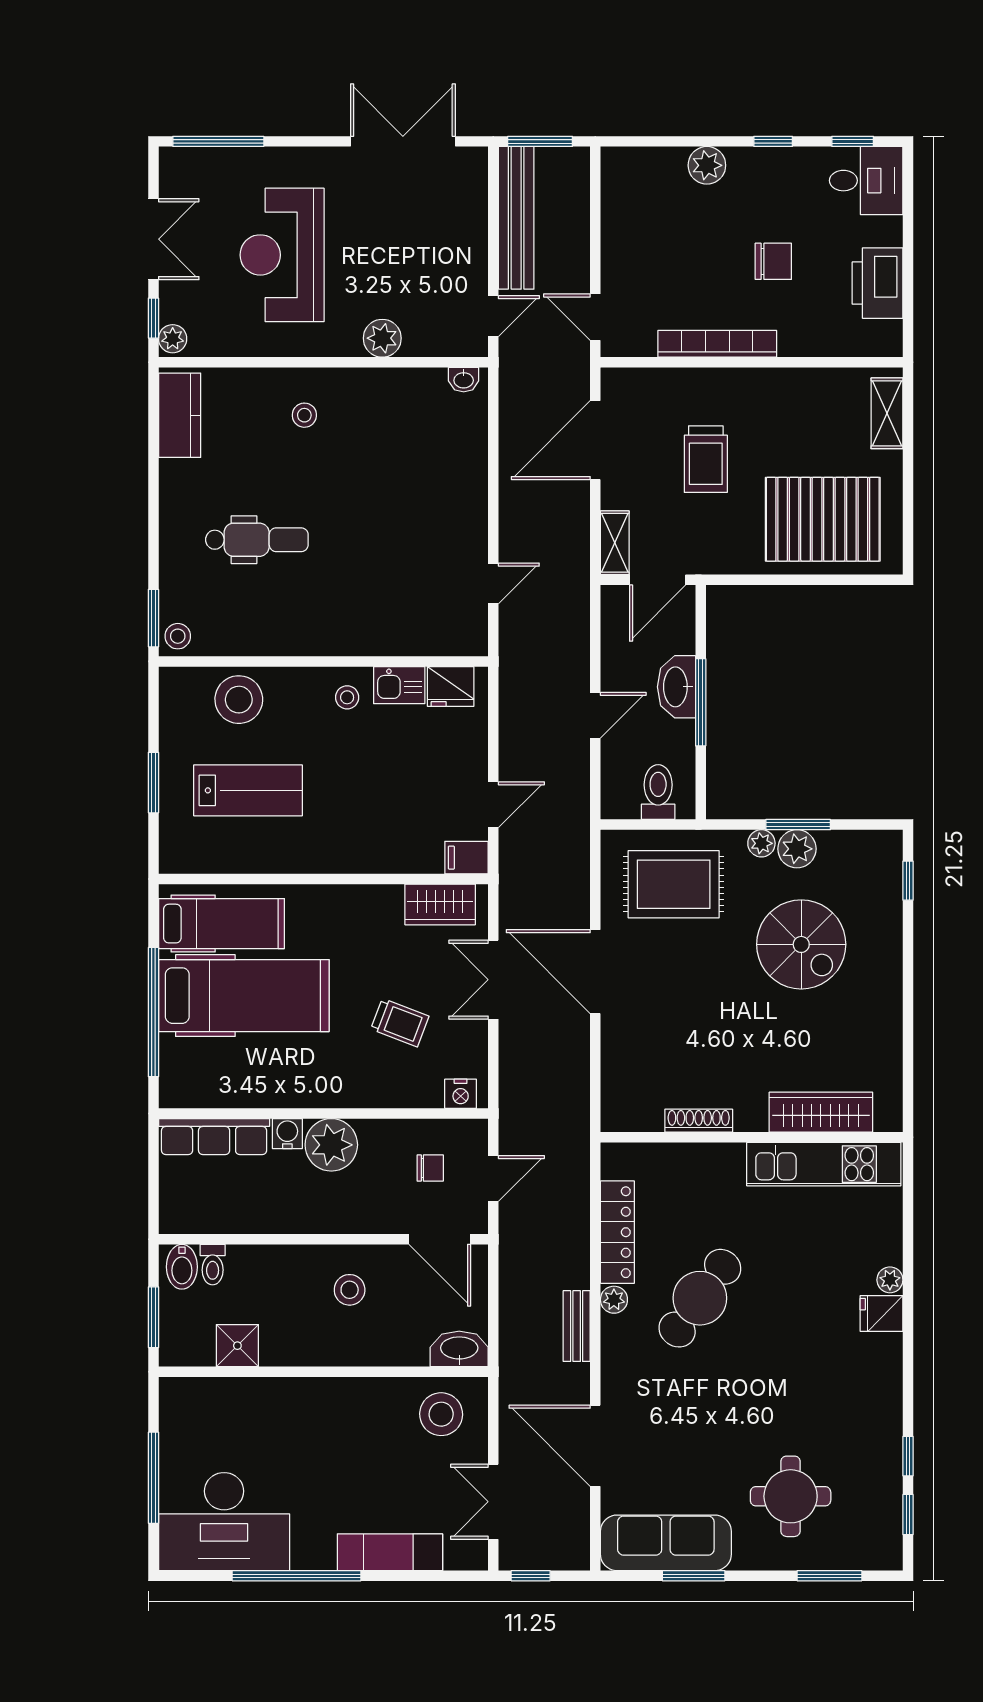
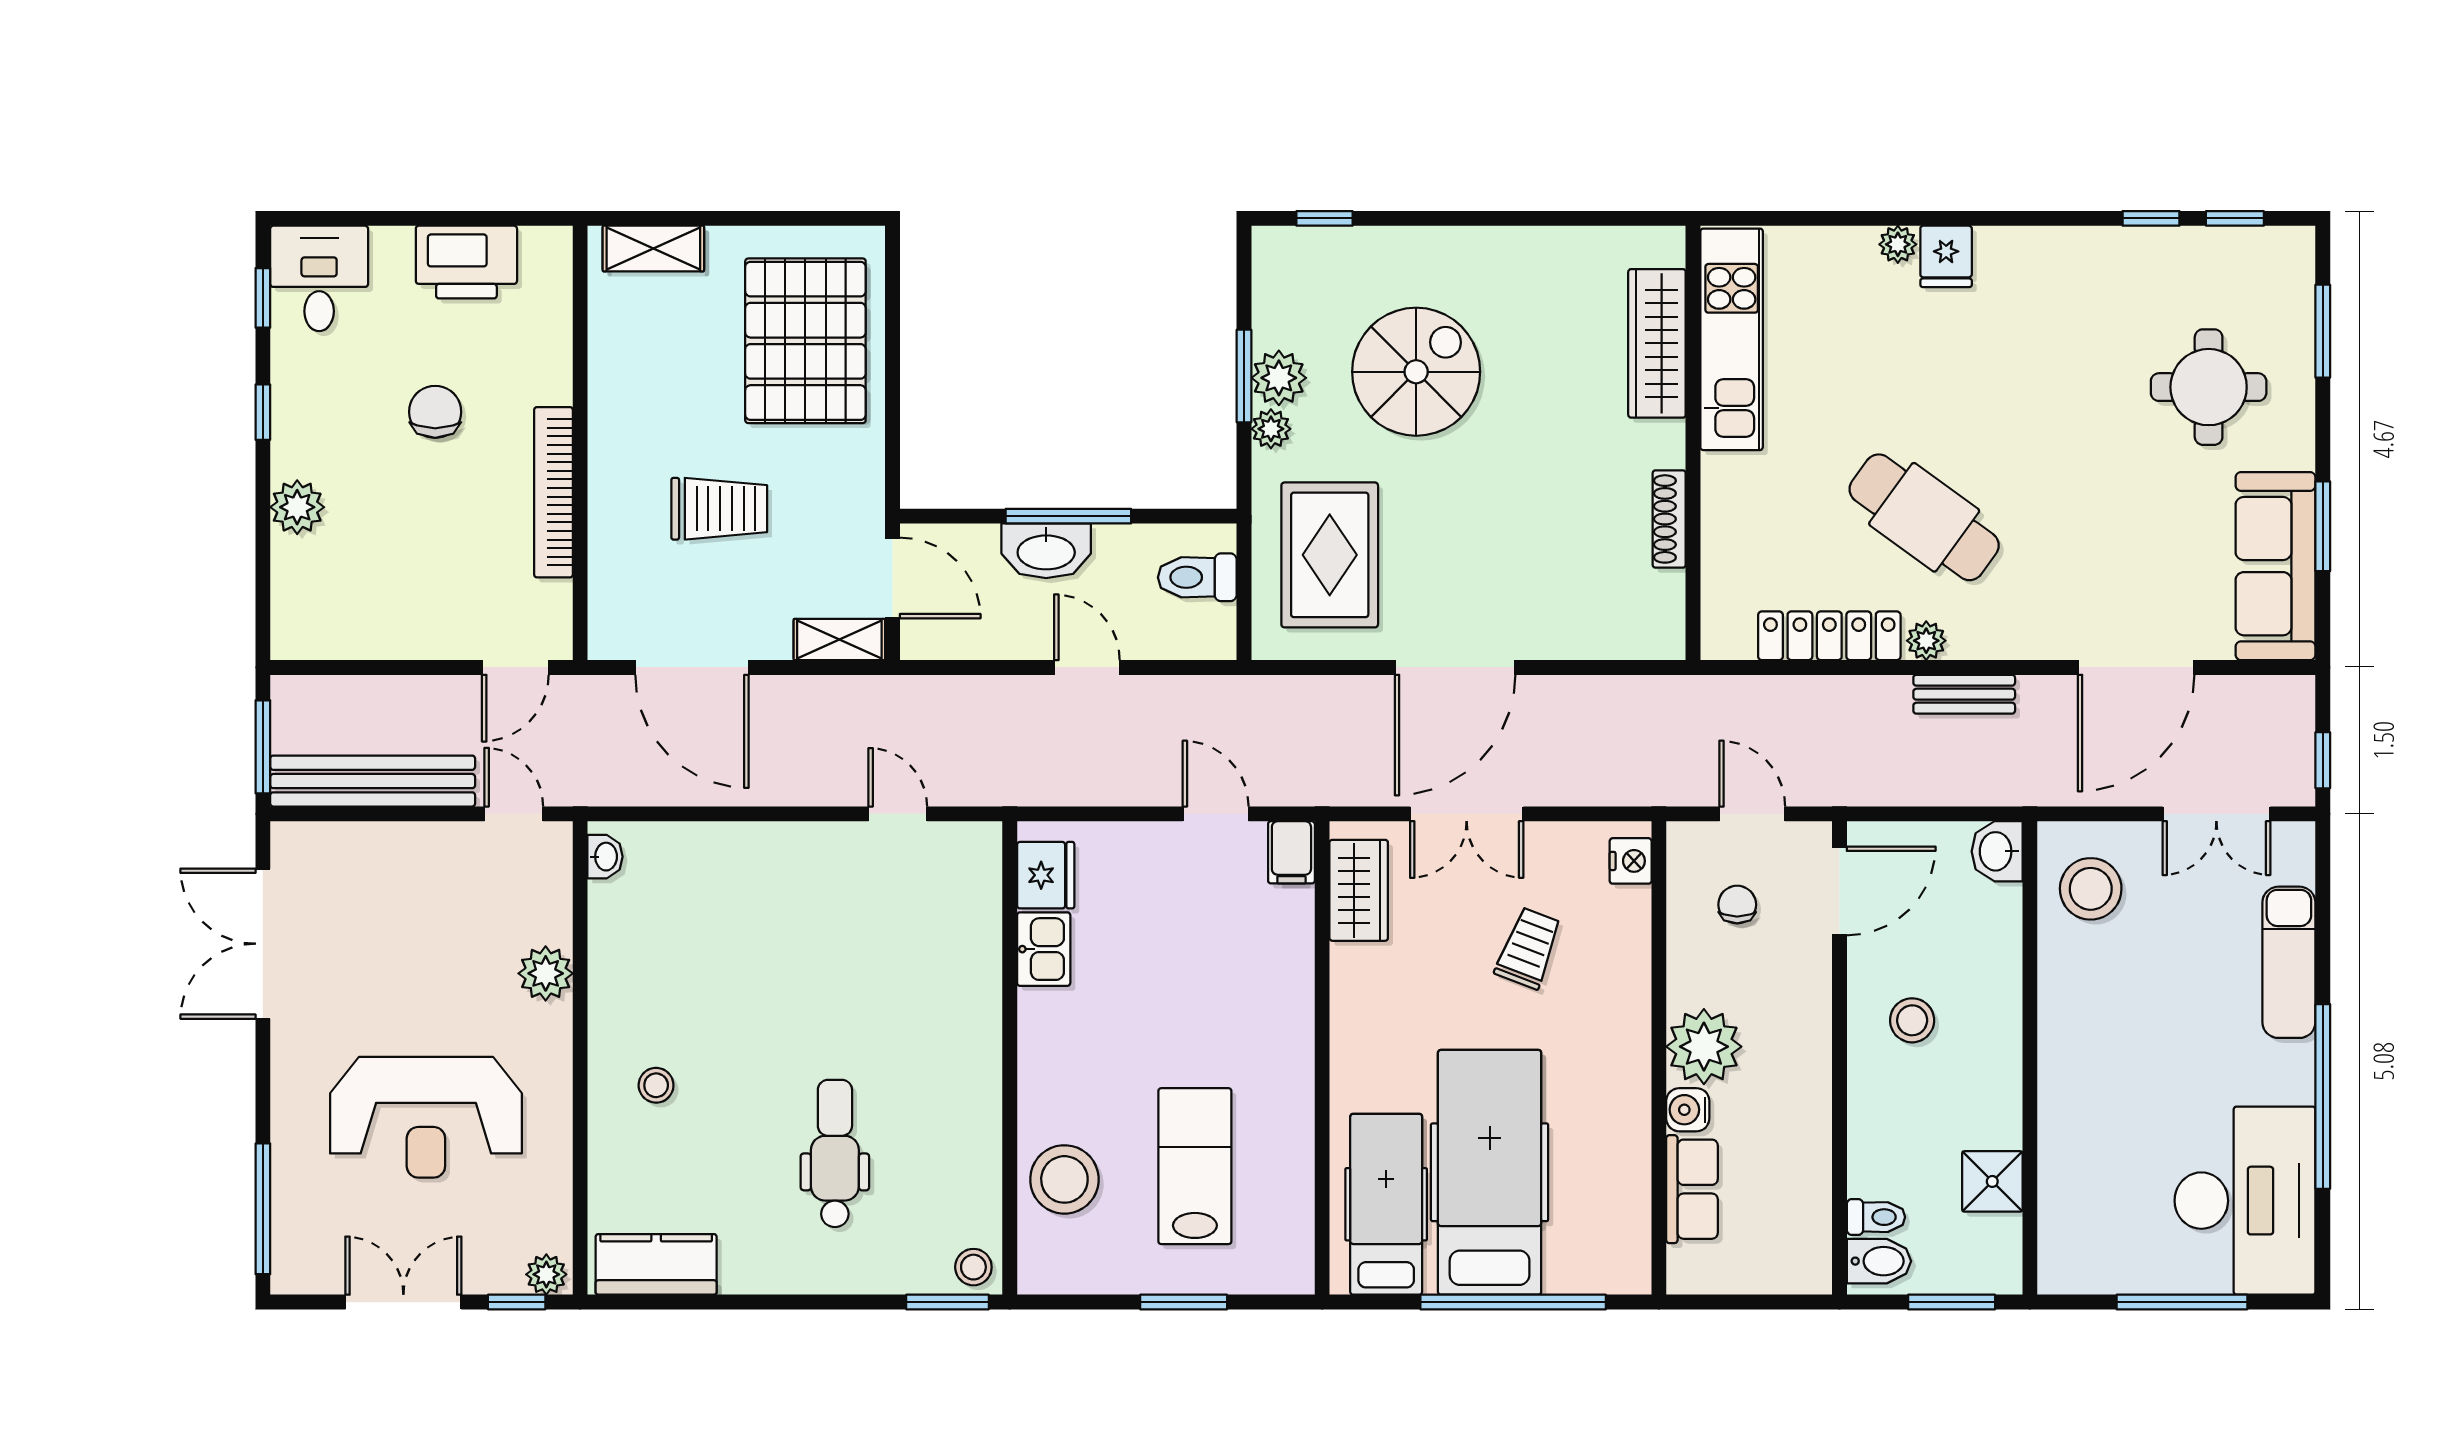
stool: (347, 697) -> (1061, 1024), removed
row of seats: (214, 1137) -> (1692, 1189), width x0.68
washbasin: (459, 1349) -> (1997, 851), width x0.72

